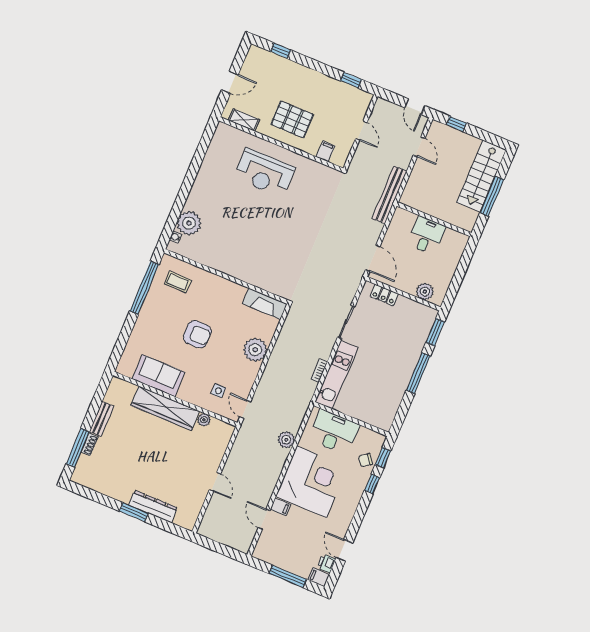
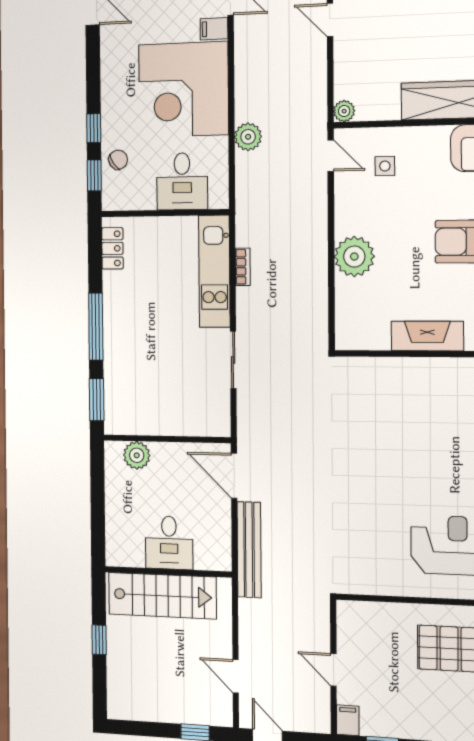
filing cabinet: (326, 151) -> (348, 720), moved, turned 180
stairs: (482, 176) -> (162, 596), moved, turned 90
bench: (389, 195) -> (249, 550), moved
window: (492, 196) -> (99, 640), width x0.46
locker: (384, 295) -> (112, 248), moved, turned 90
fireplace: (265, 304) -> (427, 336), moved
plant: (204, 420) -> (344, 111), moved
desk: (334, 432) -> (182, 181), width x0.73

